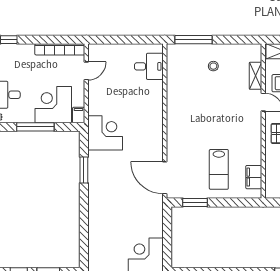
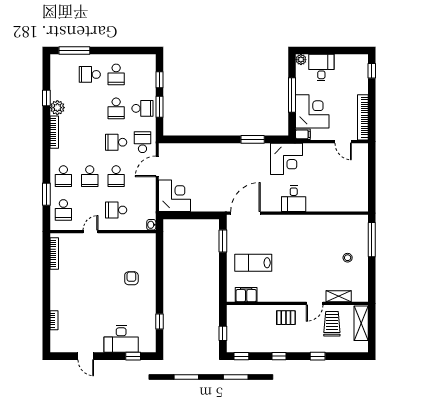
desk: (149, 66) -> (294, 199), moved

